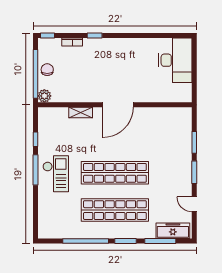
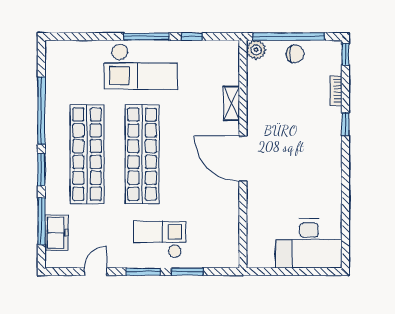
checkout: (173, 161) -> (160, 239), added
checkout: (56, 174) -> (141, 67), width x1.36, depth x1.21
freezer: (173, 231) -> (56, 233), width x0.71

